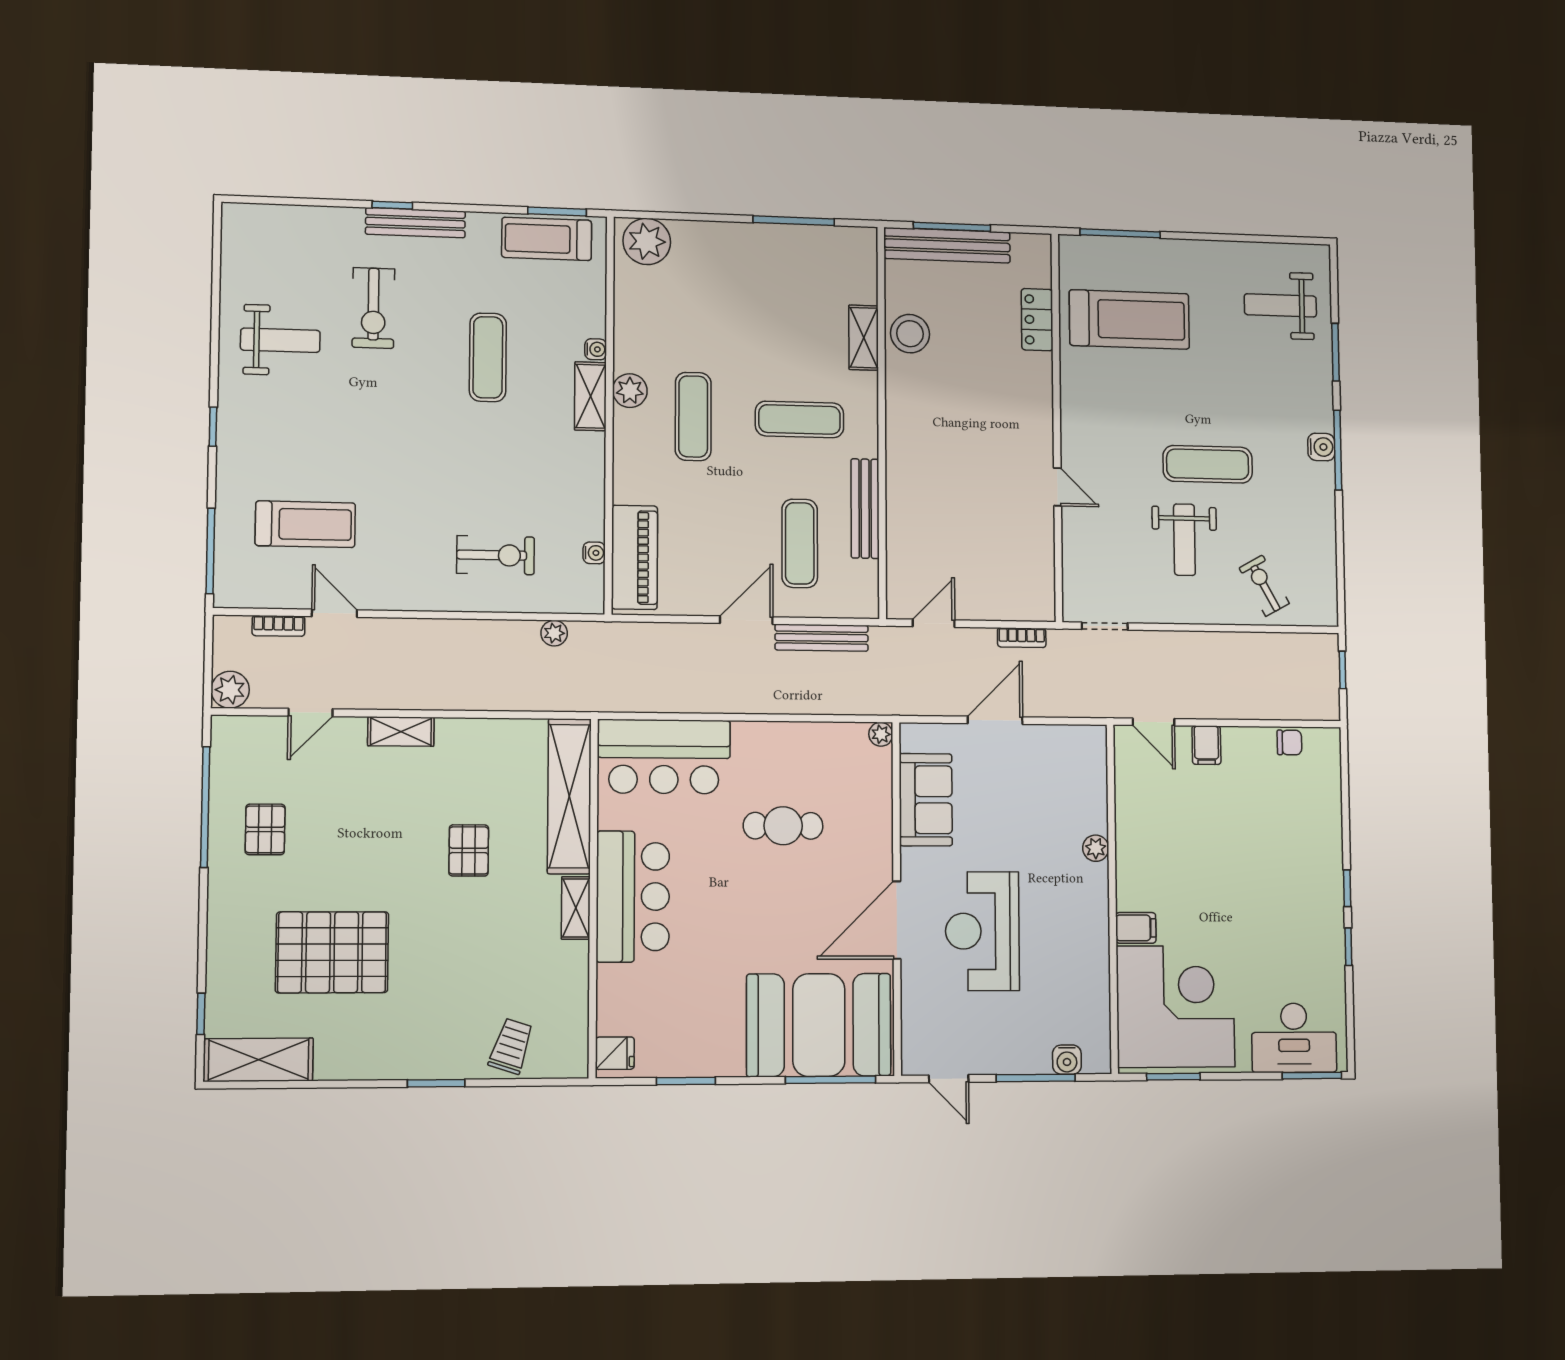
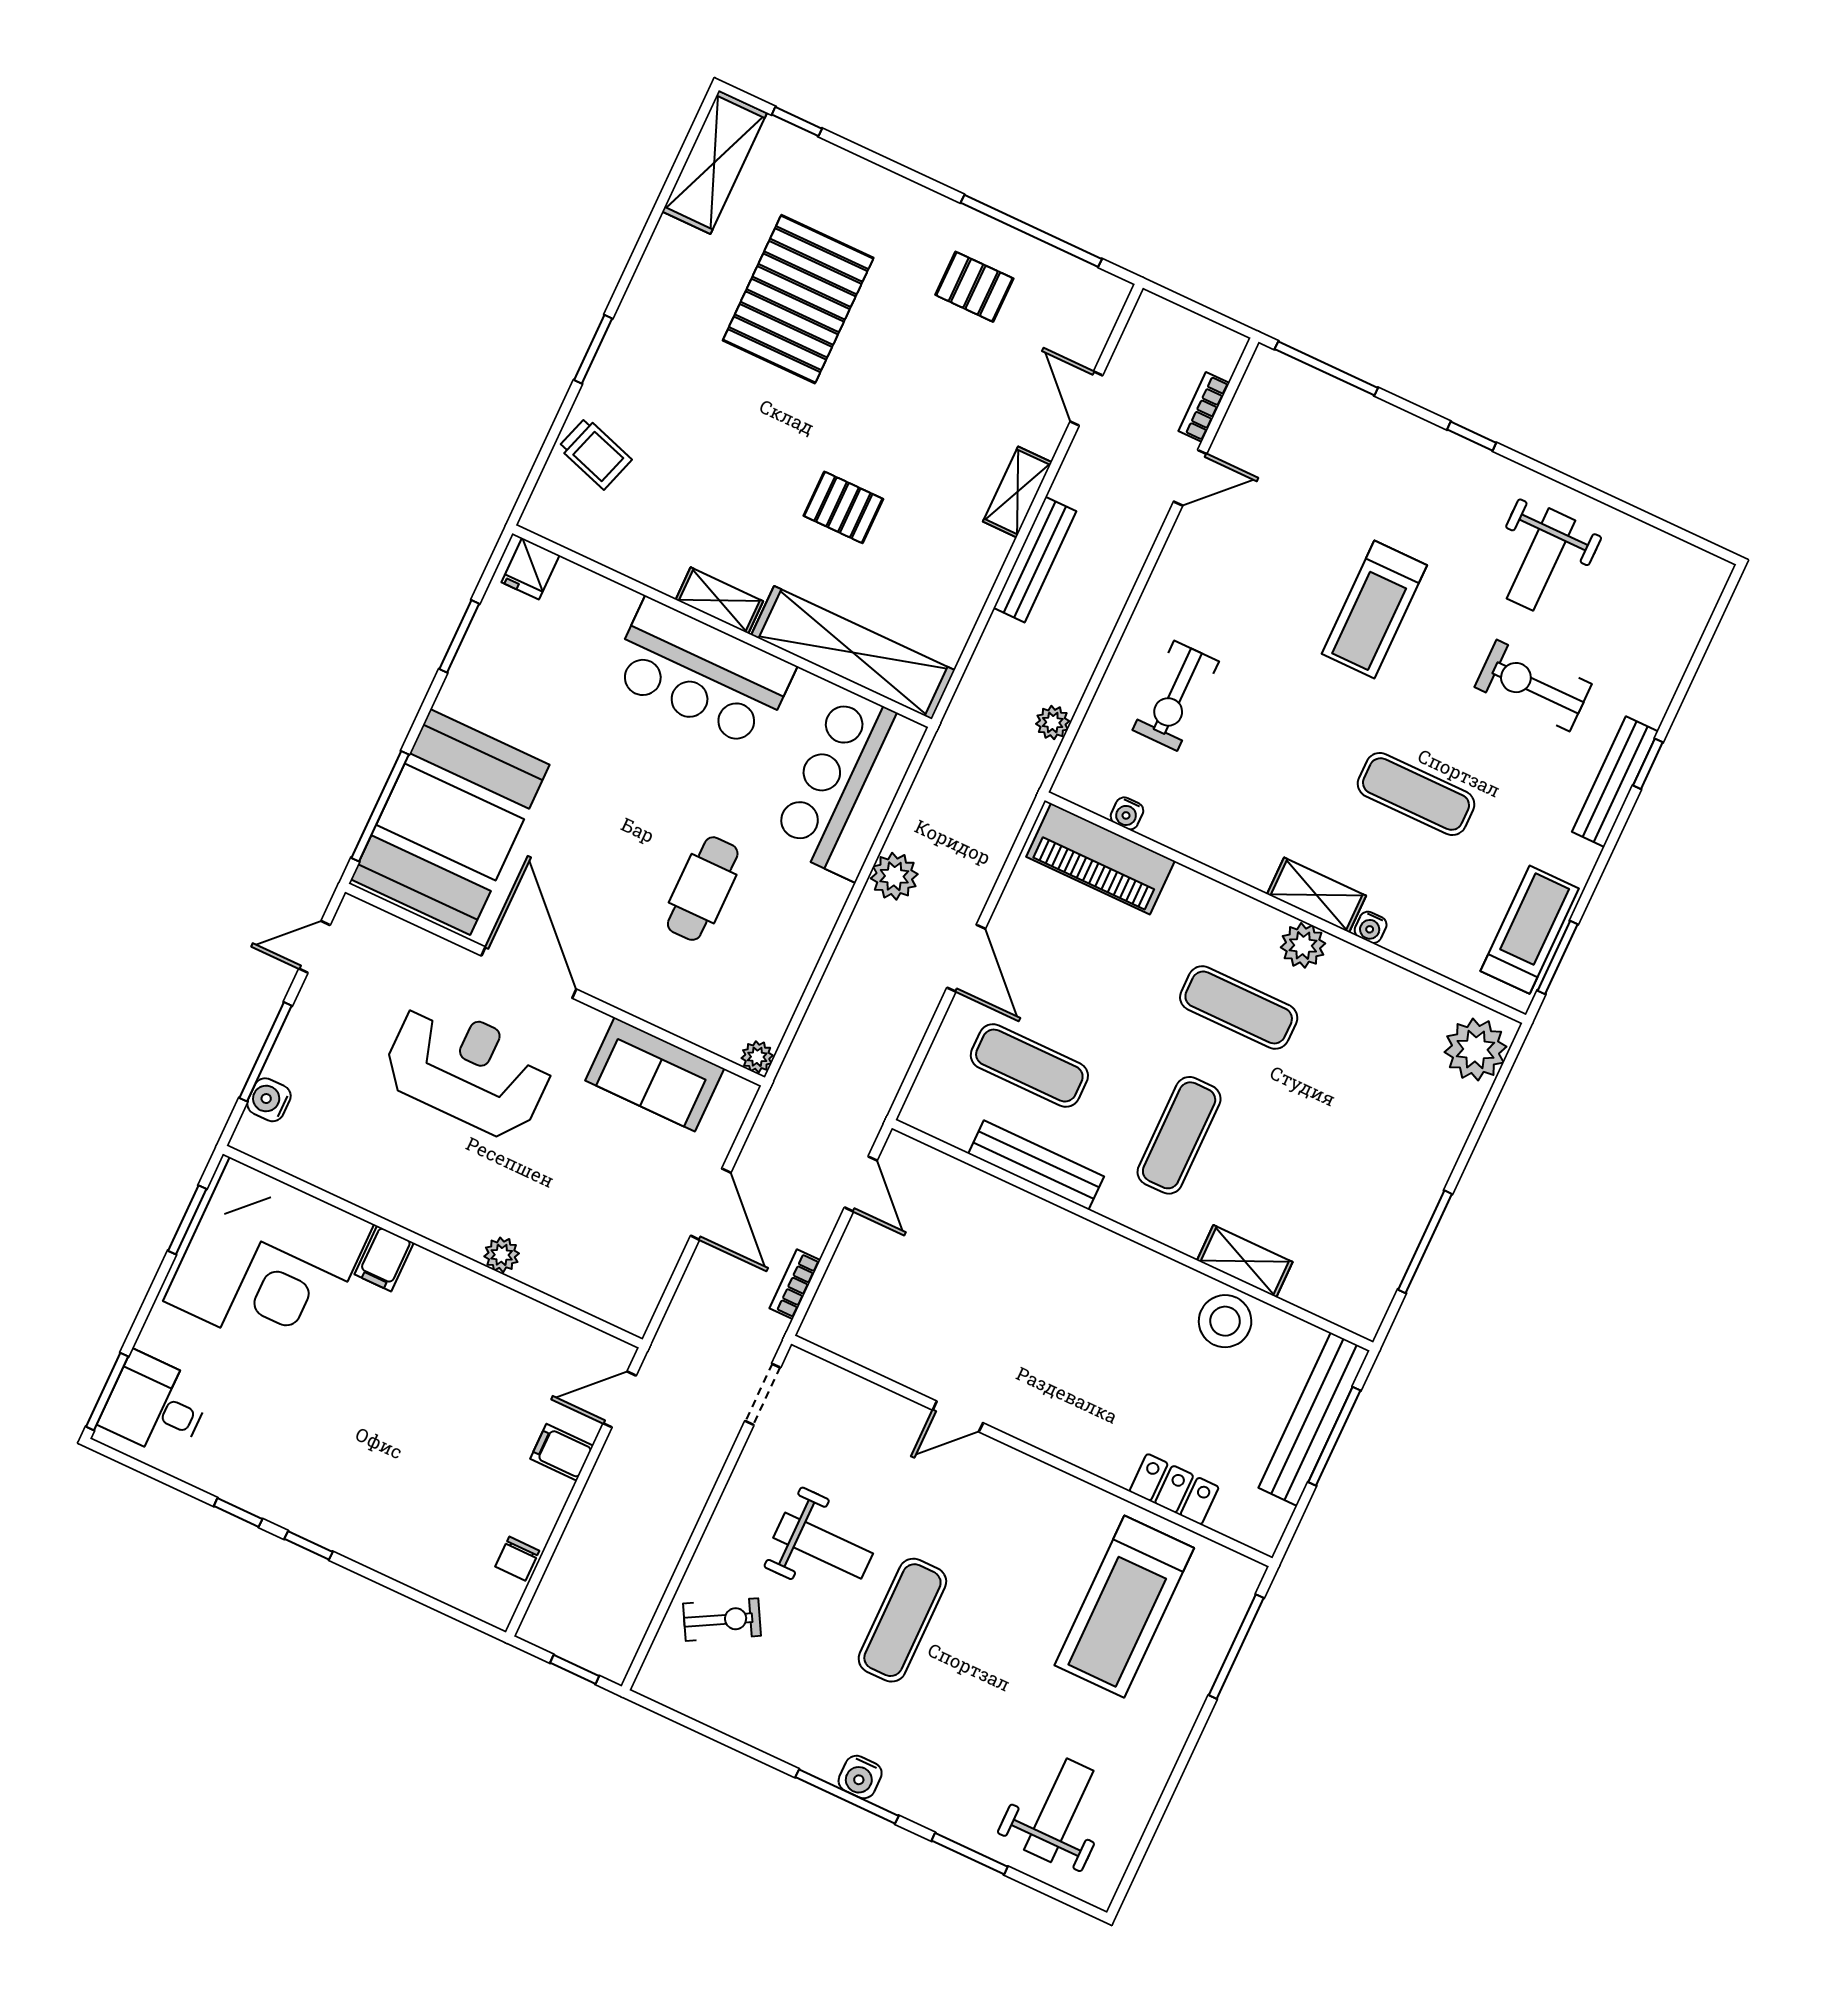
treadmill: (305, 524) -> (1374, 609), moved
weight bench: (1184, 540) -> (823, 1546), turned 180
bench: (822, 638) -> (1035, 560), moved
plant: (230, 690) -> (894, 876), moved
desk: (1294, 1038) -> (156, 1405), width x0.73

